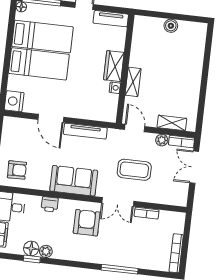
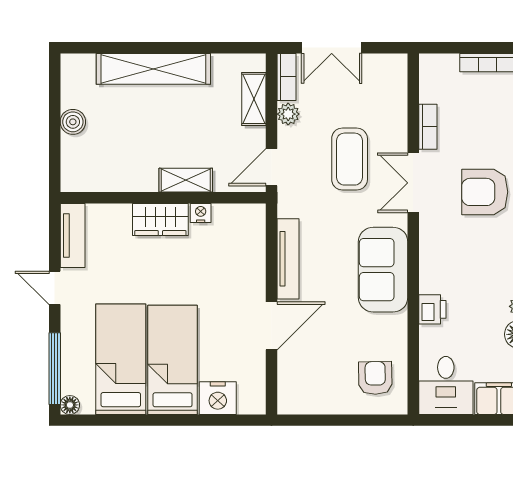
shelving: (194, 72) -> (153, 69), added
nightstand: (14, 101) -> (218, 398), moved
double door: (118, 202) -> (413, 183), swing flipped
armchair: (87, 223) -> (485, 192), moved

